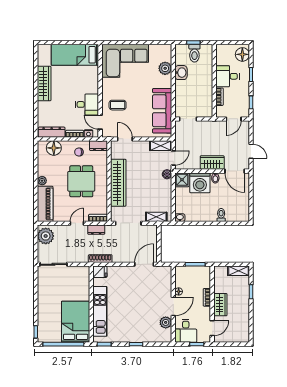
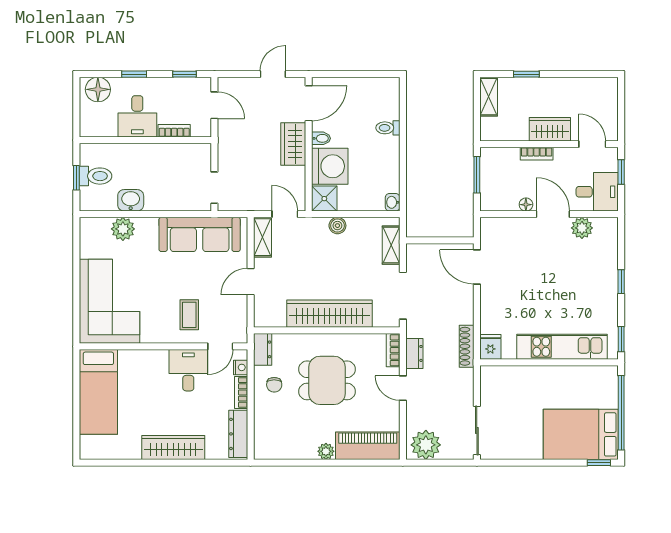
wardrobe: (44, 84) -> (173, 448), moved
door: (125, 139) -> (251, 282), moved
floor lamp: (54, 148) -> (267, 430), removed
boiler: (167, 174) -> (337, 226), moved
bed: (76, 322) -> (581, 434), moved

